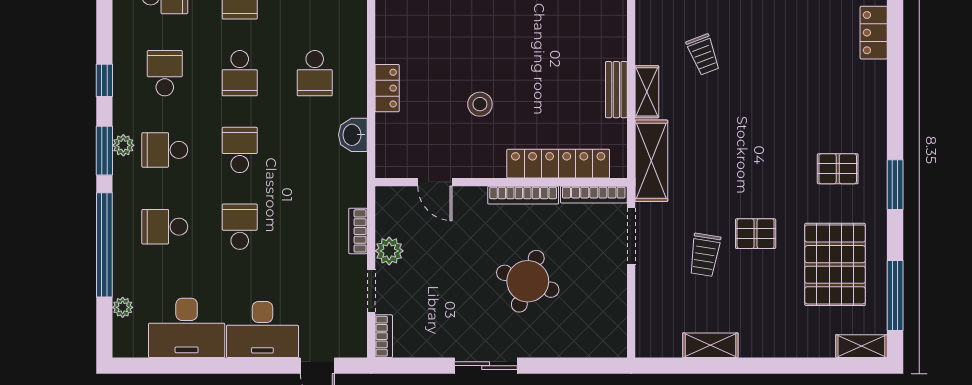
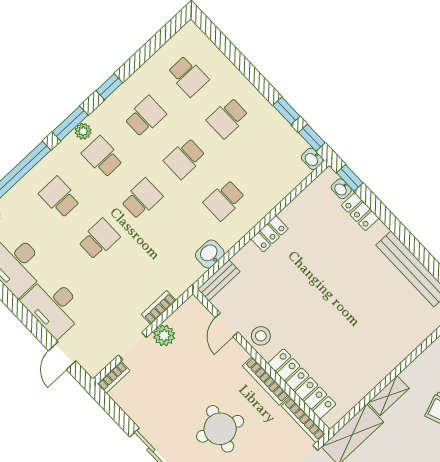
locker: (387, 88) -> (270, 234), moved
bench: (616, 90) -> (219, 280), moved
stool: (480, 104) -> (261, 336), moved

